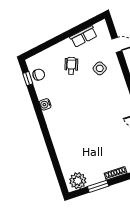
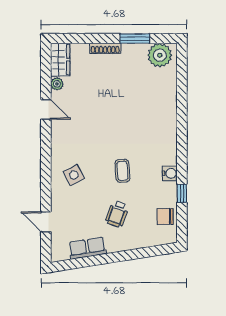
side table: (100, 68) -> (74, 175), moved
window: (28, 79) -> (182, 193), moved
coffee table: (77, 96) -> (122, 171), added

